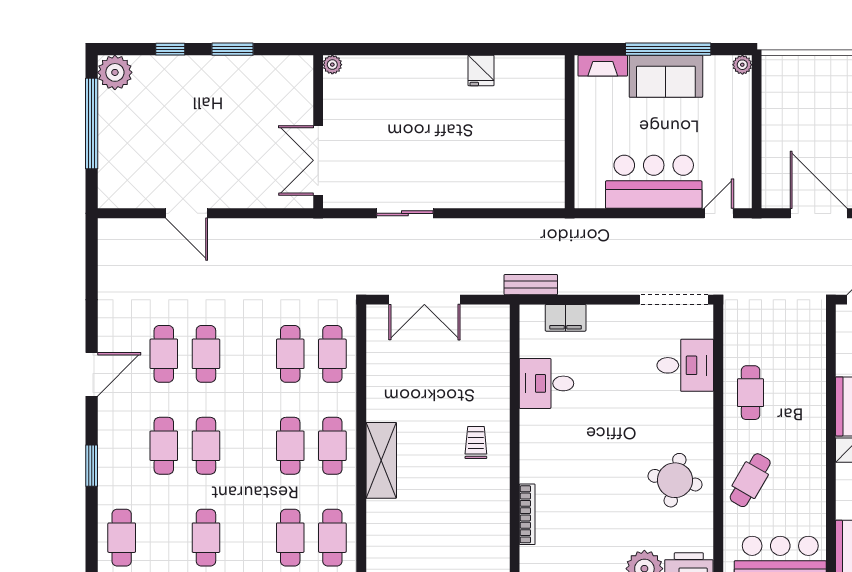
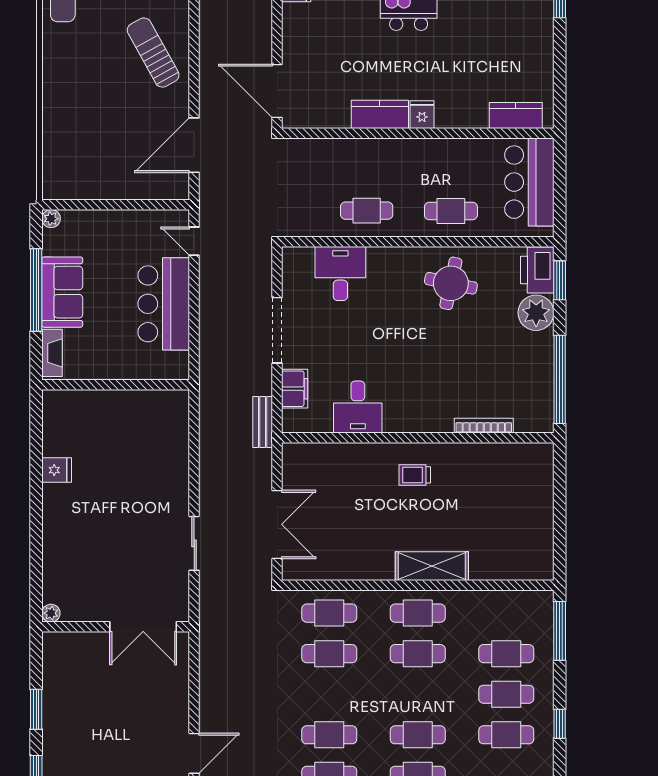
doorway: (674, 300) -> (277, 330), moved
cafe table: (750, 480) -> (451, 211), turned -30
cafe table: (332, 538) -> (506, 694), moved

